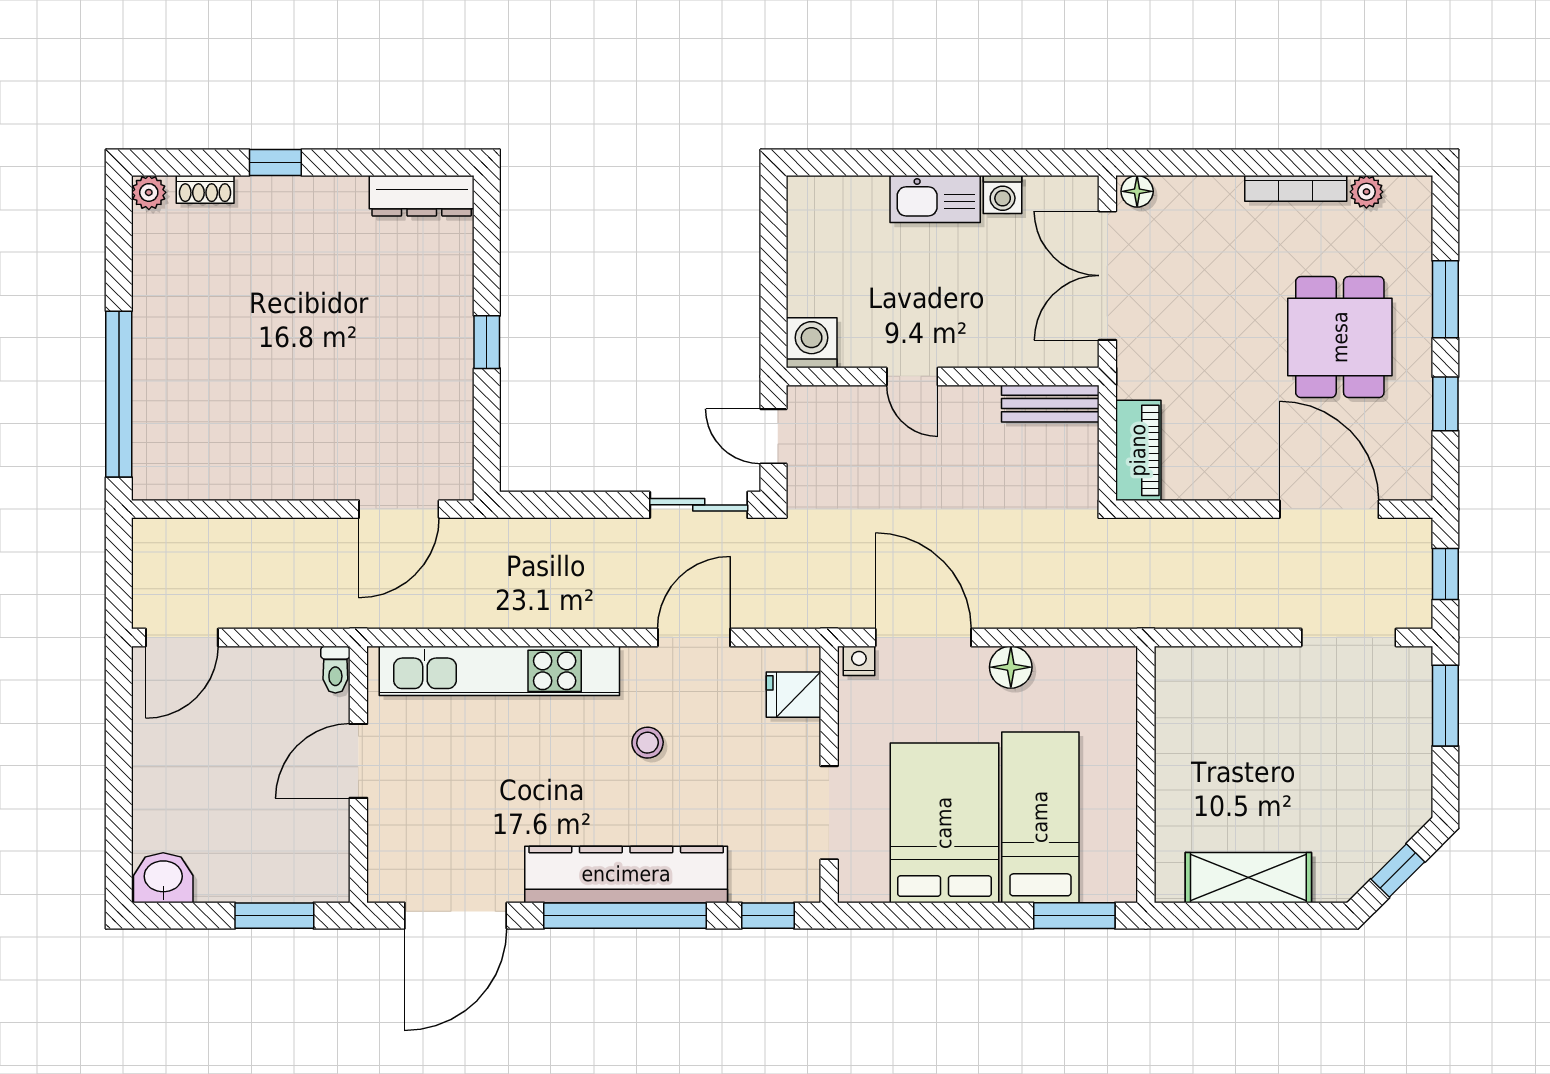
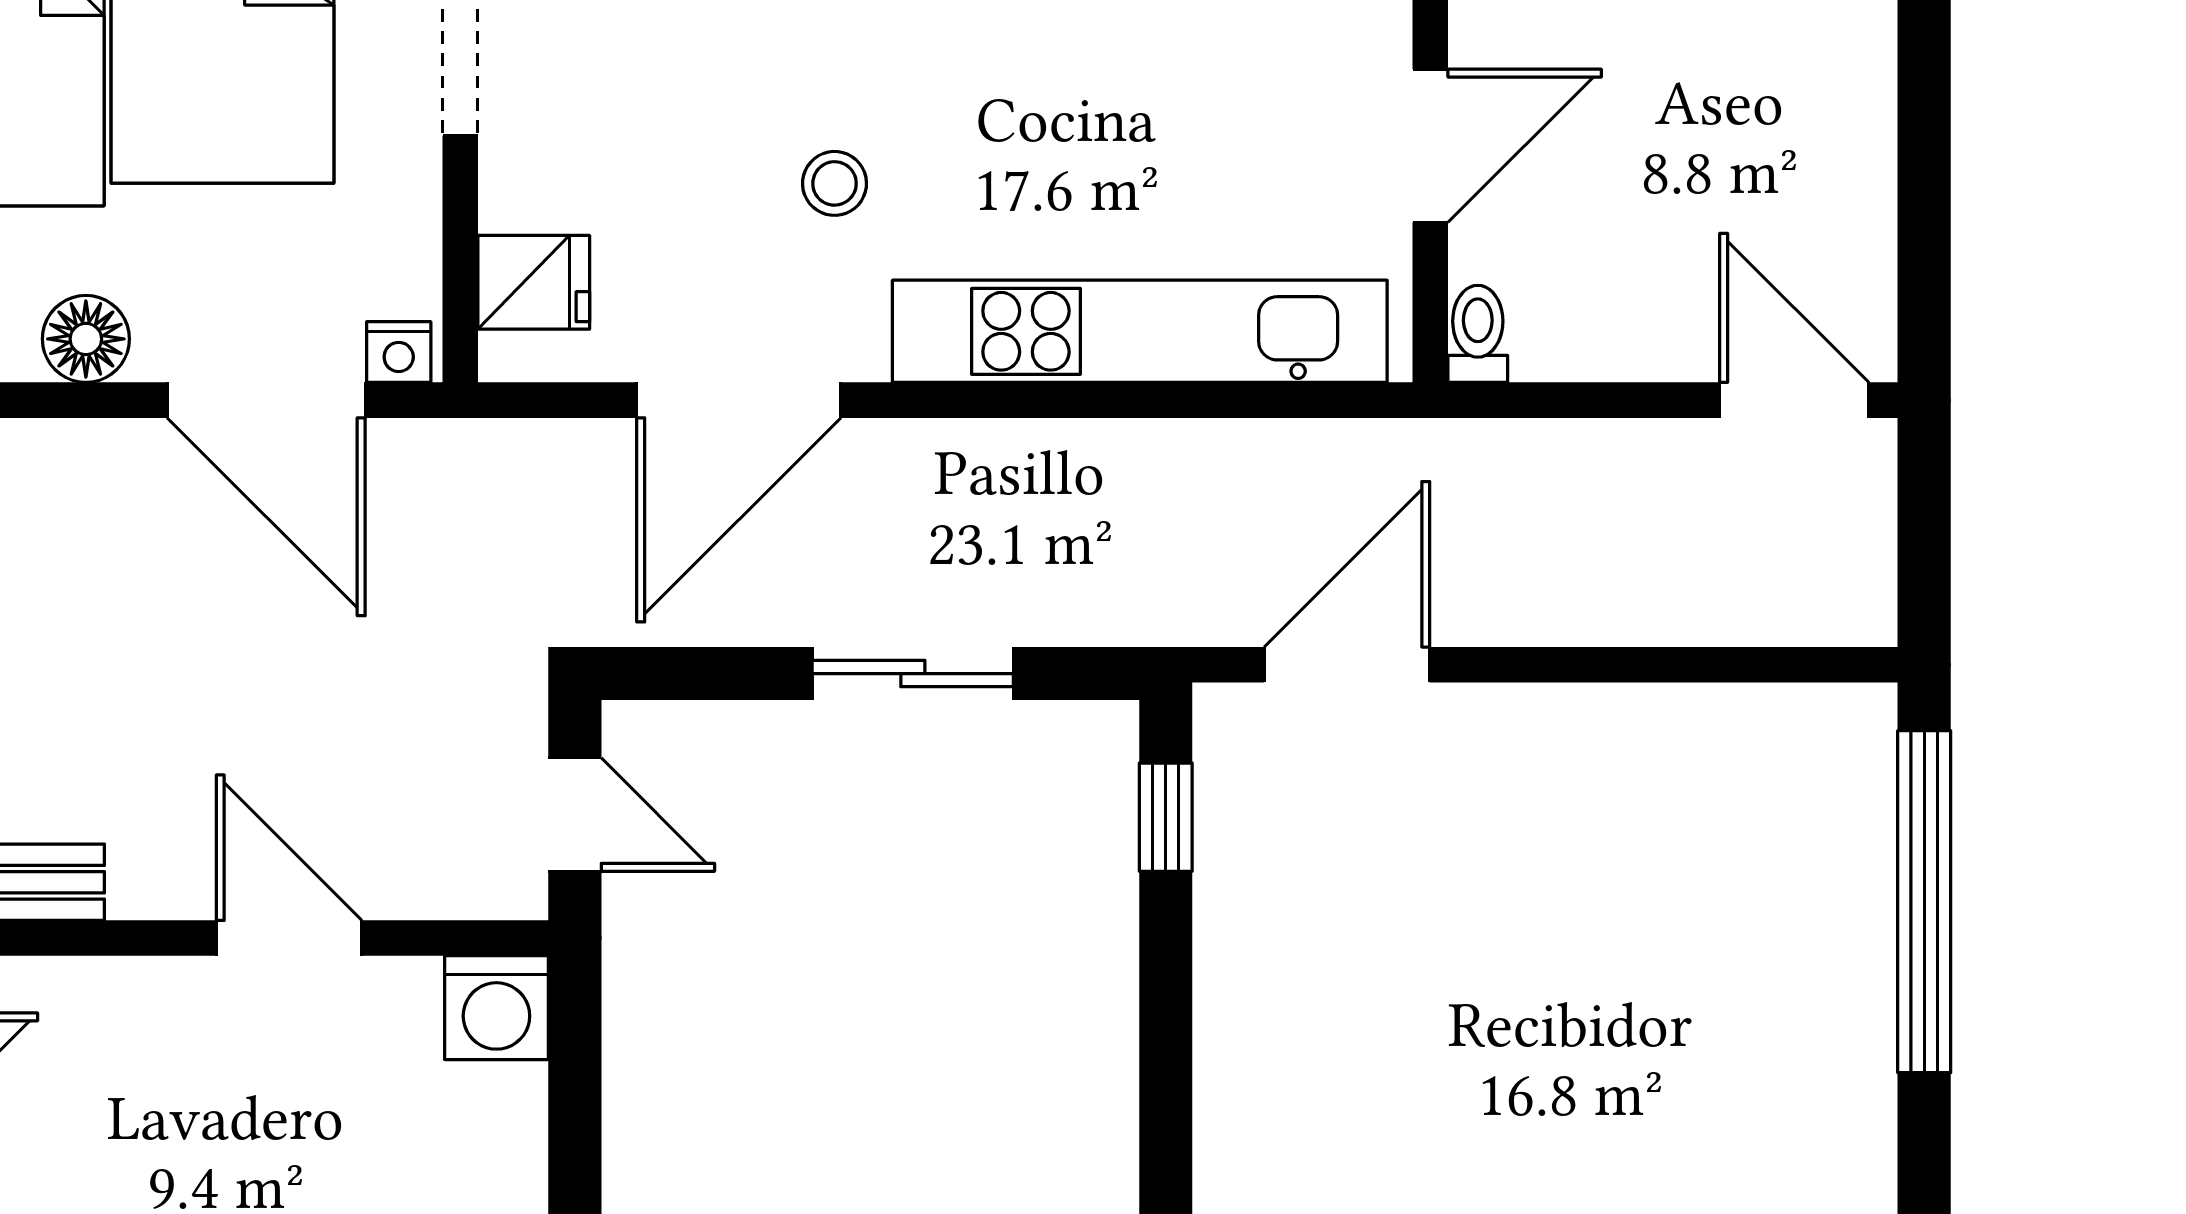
window: (487, 342) -> (1166, 817), moved
door: (912, 376) -> (289, 938), width x1.38
sliding door: (699, 505) -> (913, 674), moved
door: (182, 637) -> (1794, 400), hinge flipped
door: (694, 637) -> (739, 400), width x1.36

